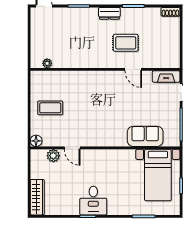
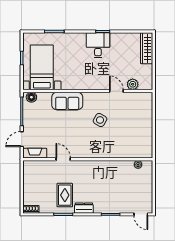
rug: (126, 43) -> (65, 195), moved, turned 90
coffee table: (50, 108) -> (135, 126), removed
side table: (91, 115) -> (100, 120), added
sofa: (145, 136) -> (67, 101), moved
floor lamp: (36, 141) -> (31, 97), moved

